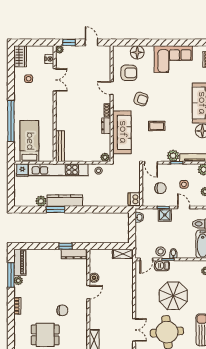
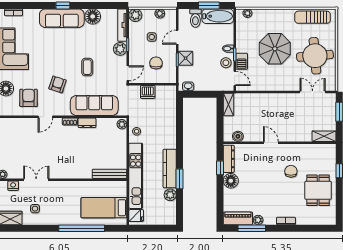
dishwasher: (134, 199) -> (148, 92), moved
floor lamp: (54, 256) -> (231, 181), added
boiler: (94, 278) -> (238, 136), moved

